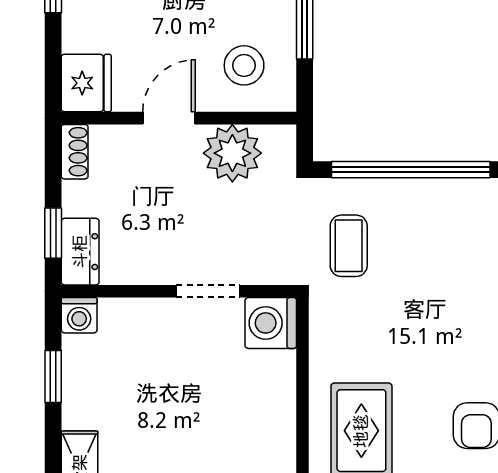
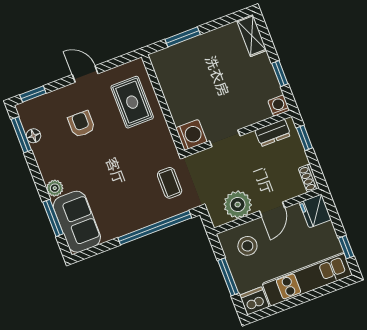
dresser: (80, 252) -> (273, 133), moved, turned -90

